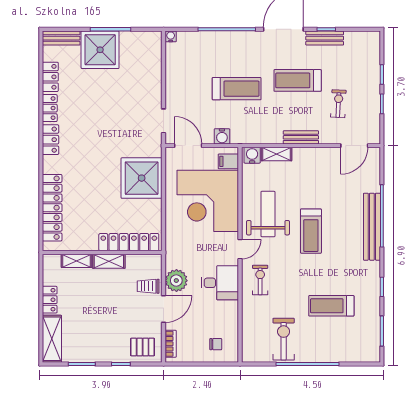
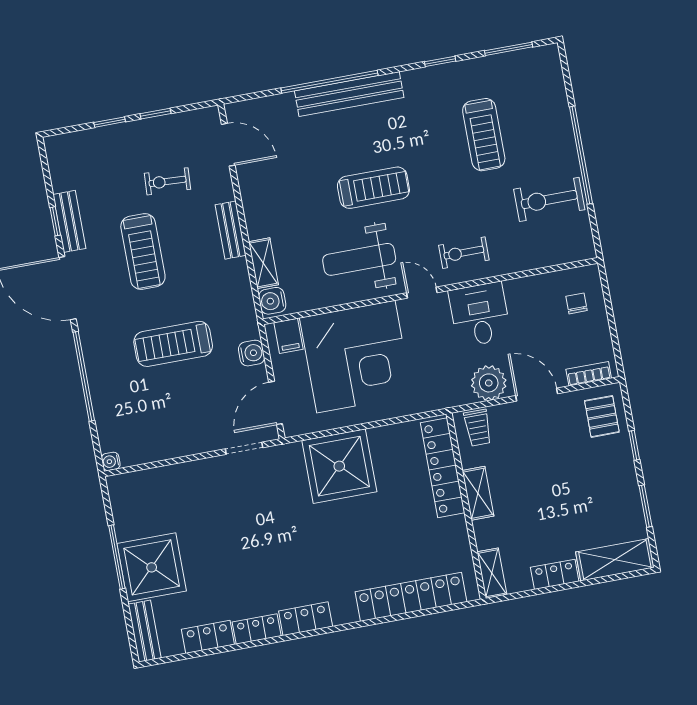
treadmill: (237, 89) -> (173, 344), turned -90
shelving: (76, 261) -> (492, 573), moved
trolley: (148, 286) -> (478, 428), moved

